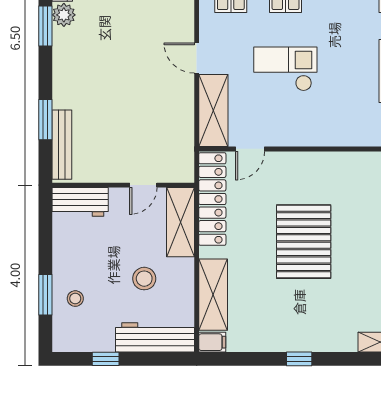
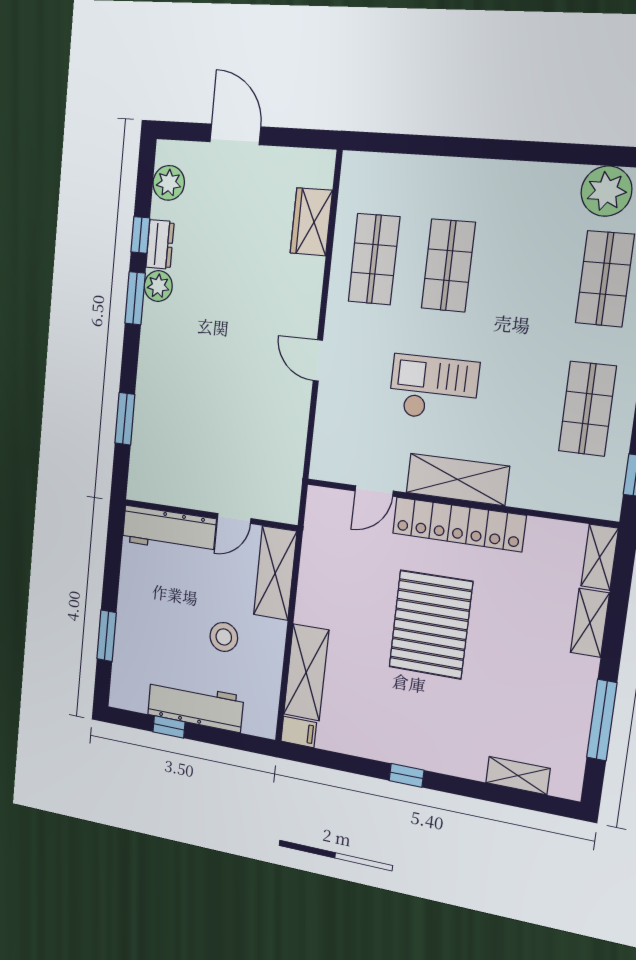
shelving: (213, 111) -> (457, 479), moved, turned 90
bench: (62, 145) -> (141, 453), removed
locker: (212, 199) -> (459, 524), moved, turned 90
workbench: (80, 202) -> (169, 530), width x1.38
stool: (75, 299) -> (140, 647), removed
workbench: (155, 337) -> (195, 705), moved

